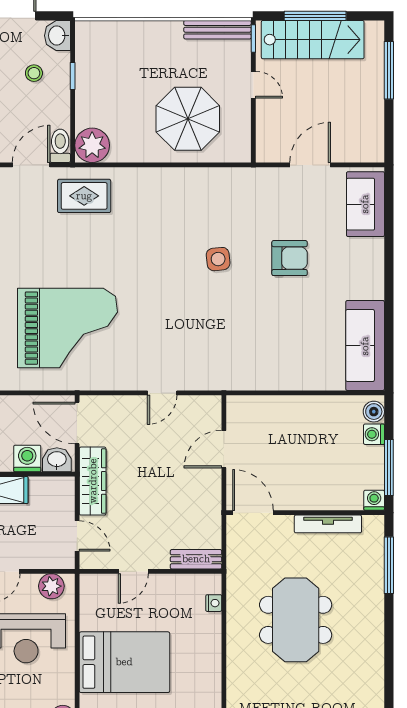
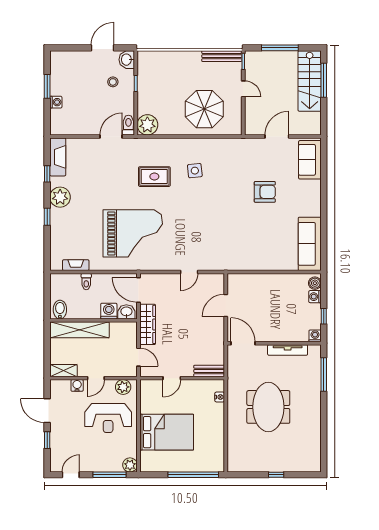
stairs: (313, 40) -> (310, 81), moved, turned 90
rug: (84, 196) -> (154, 177), moved
side table: (218, 259) -> (195, 171), moved
window: (389, 467) -> (324, 316), width x0.46

